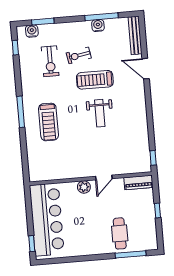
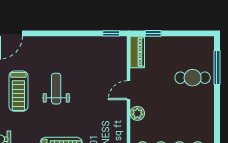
weight bench: (100, 113) -> (56, 89), turned -90
door: (104, 177) -> (129, 90), swing flipped
window: (158, 211) -> (153, 33), moved

